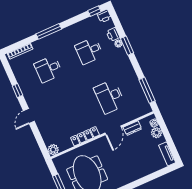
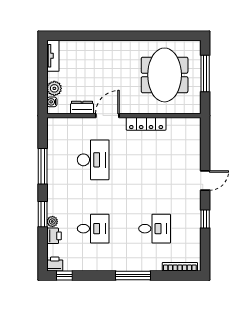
window: (147, 90) -> (43, 166), moved
plant: (53, 150) -> (193, 125), removed

